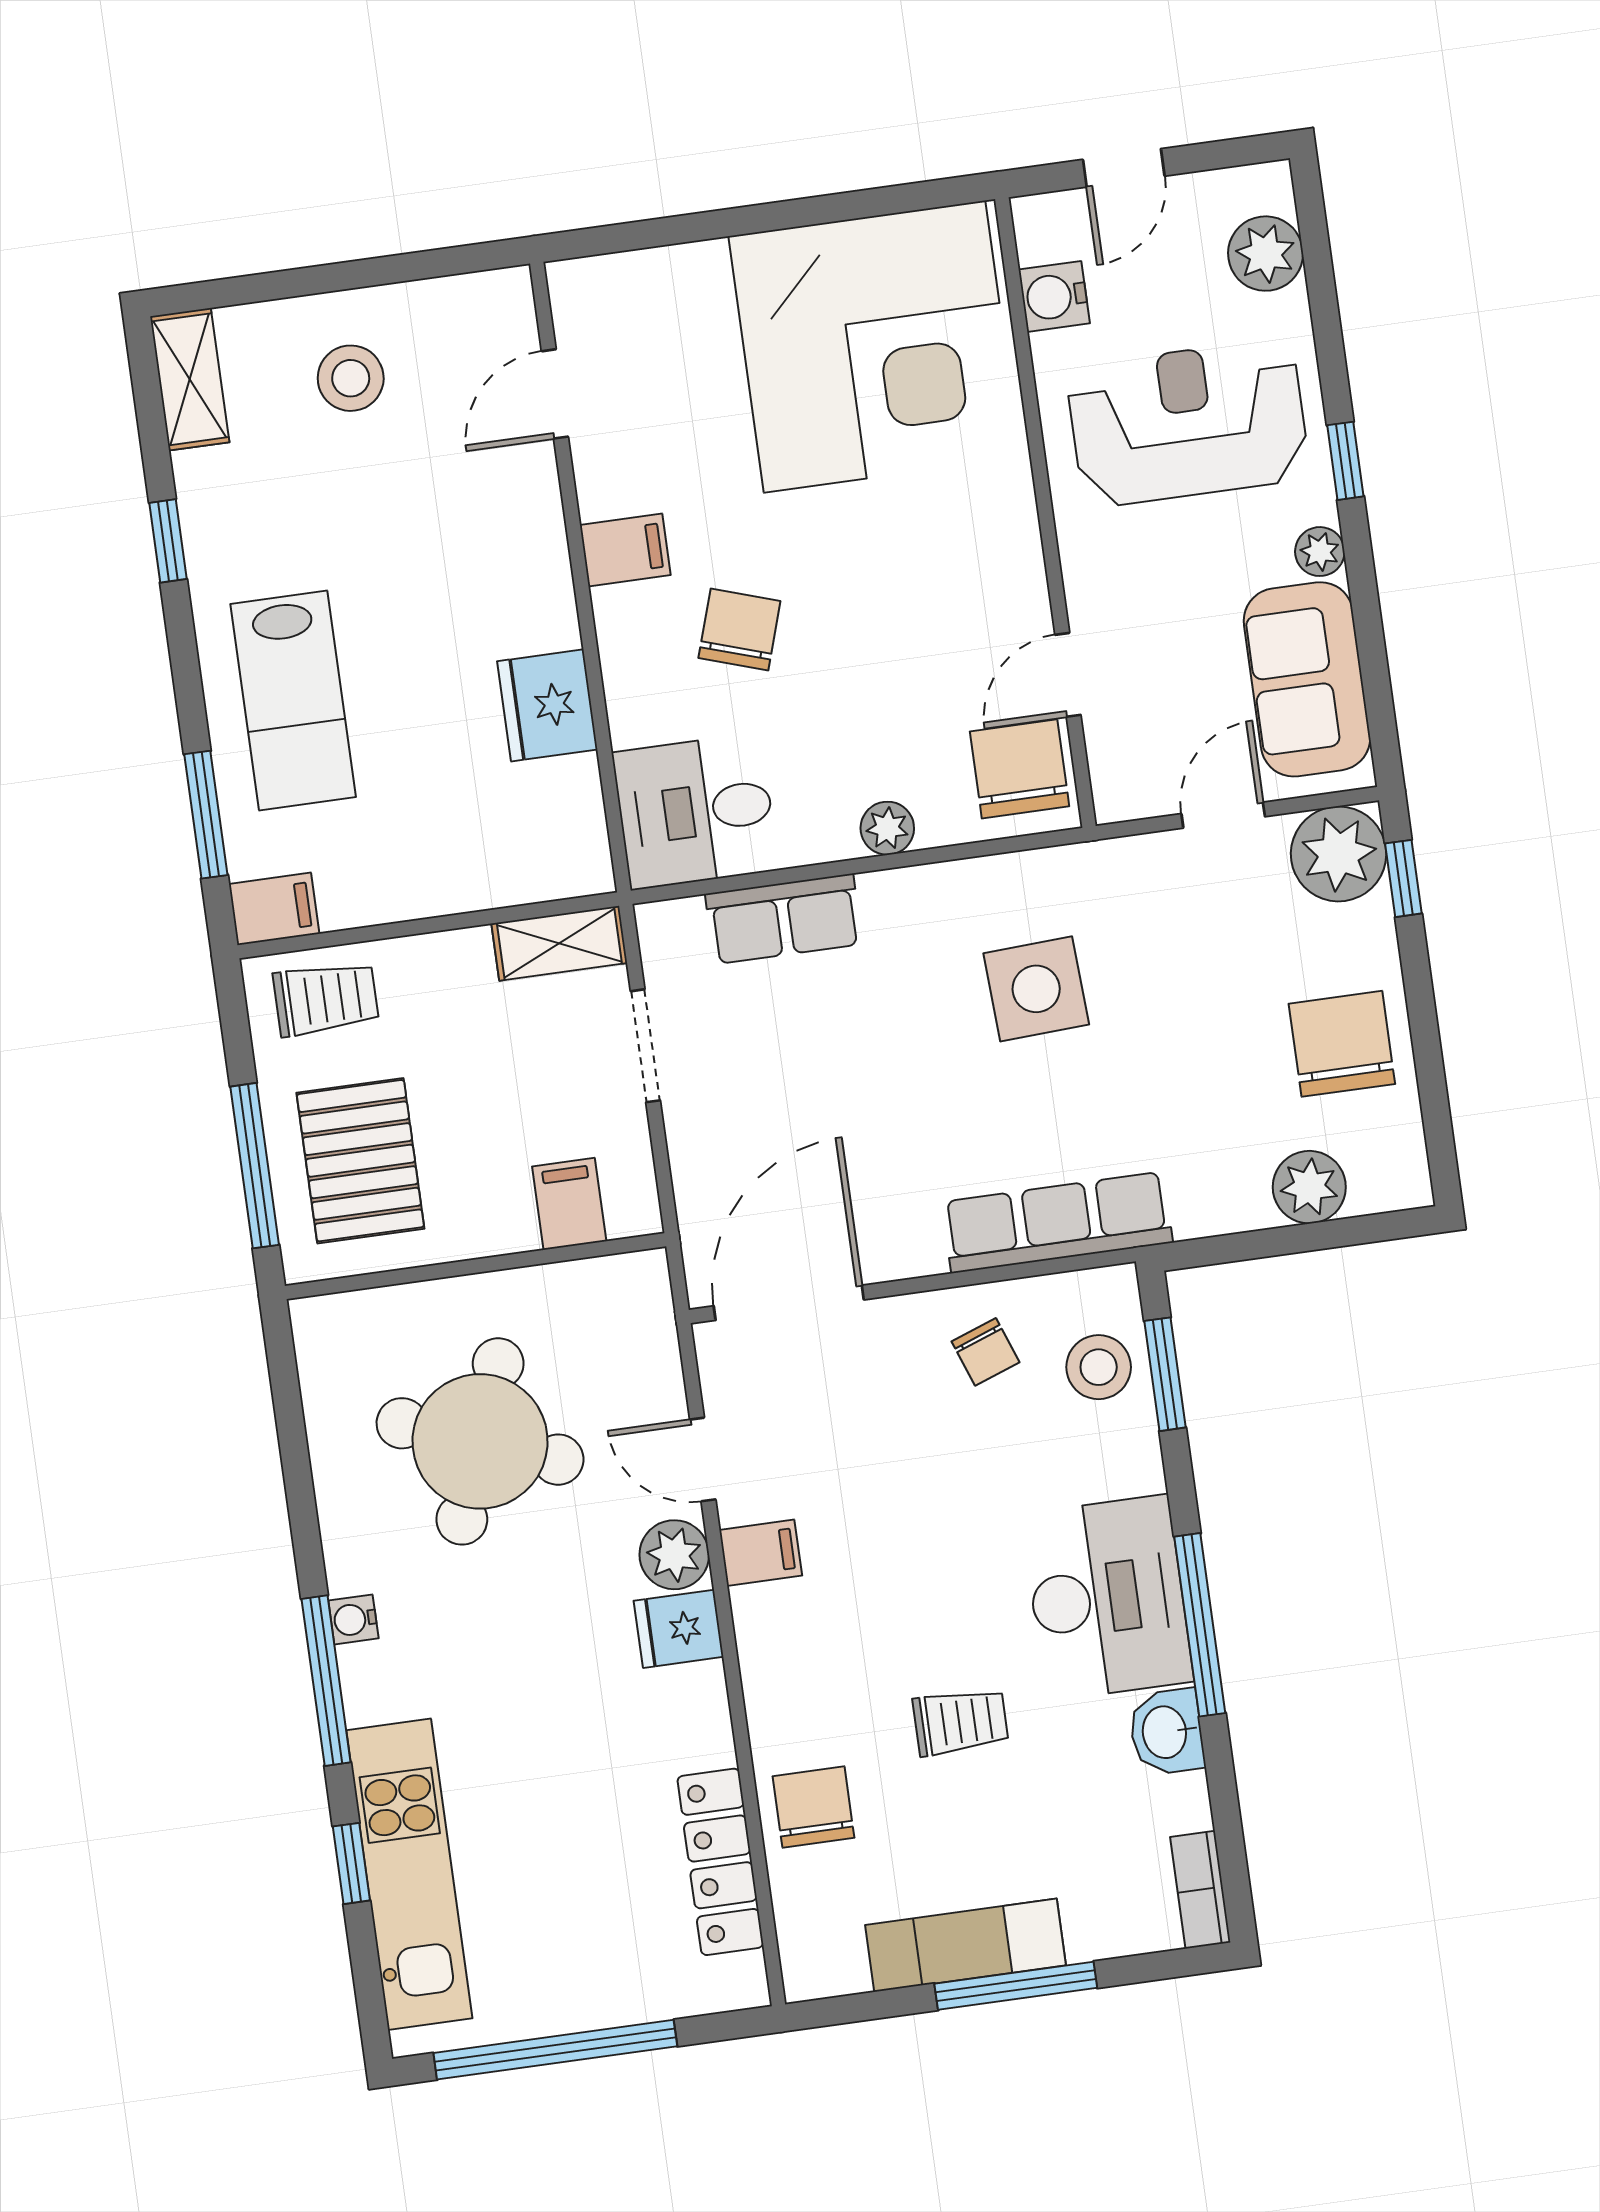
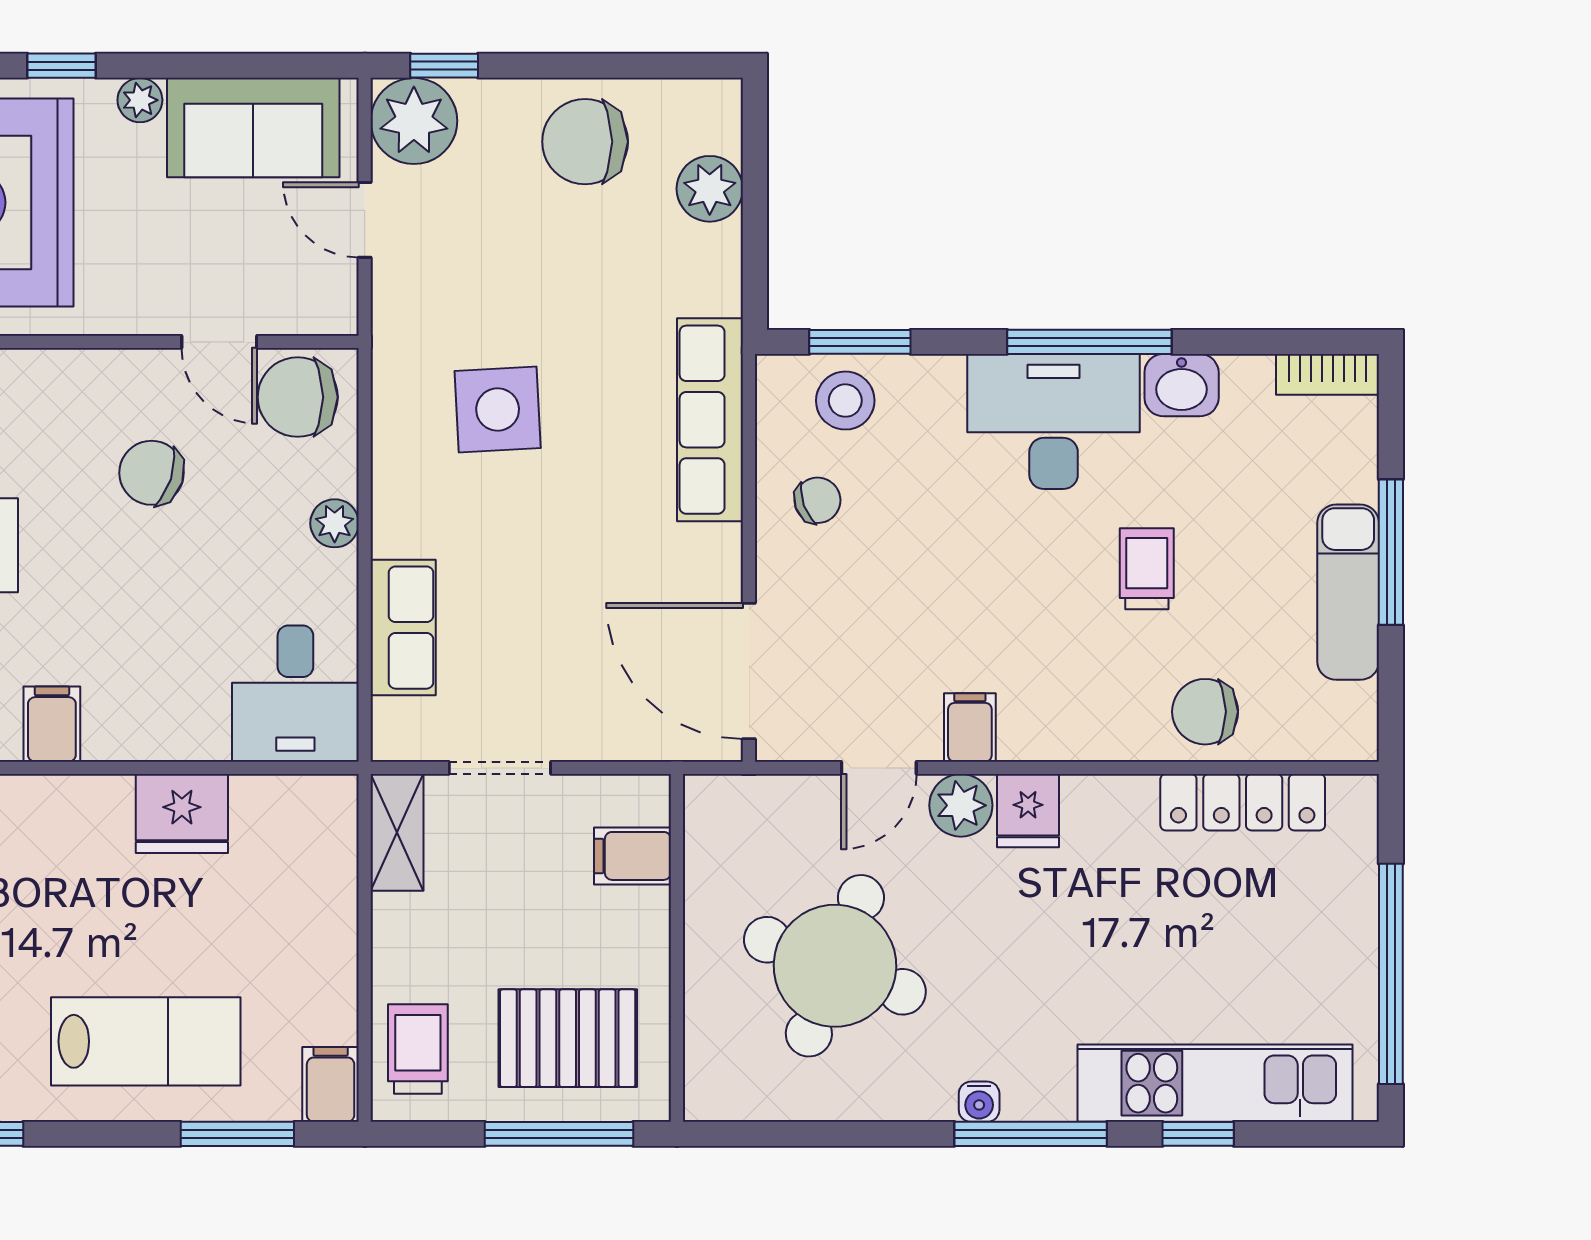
chair: (739, 630) -> (152, 473), moved

